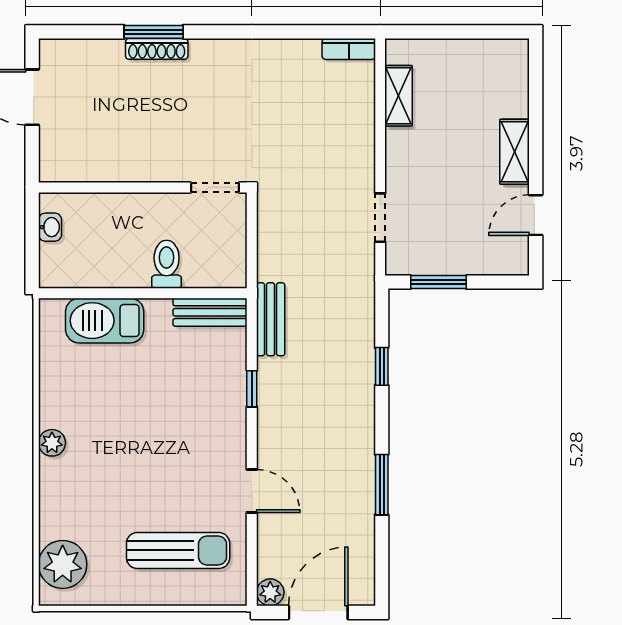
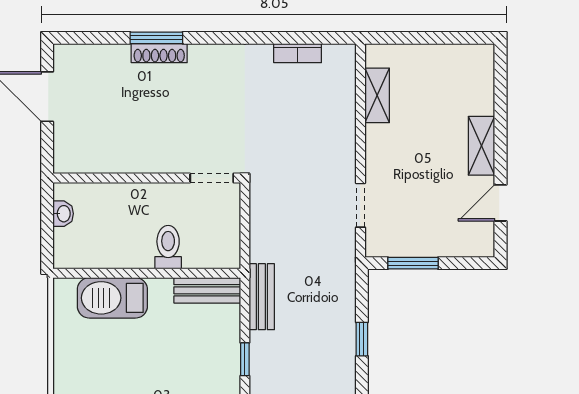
bookcase: (349, 49) -> (298, 53), moved

